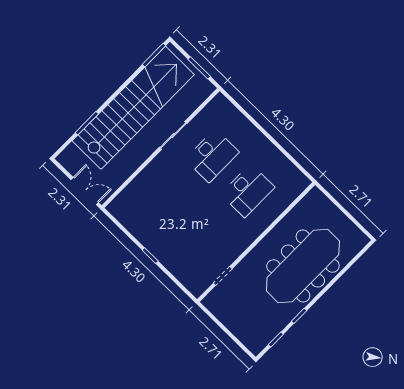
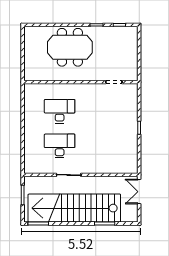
meeting table: (303, 266) -> (70, 47), width x0.73

